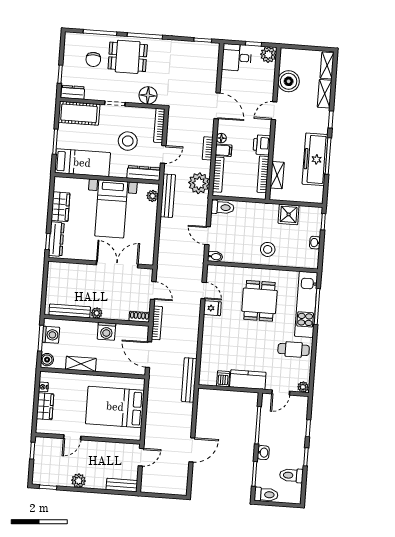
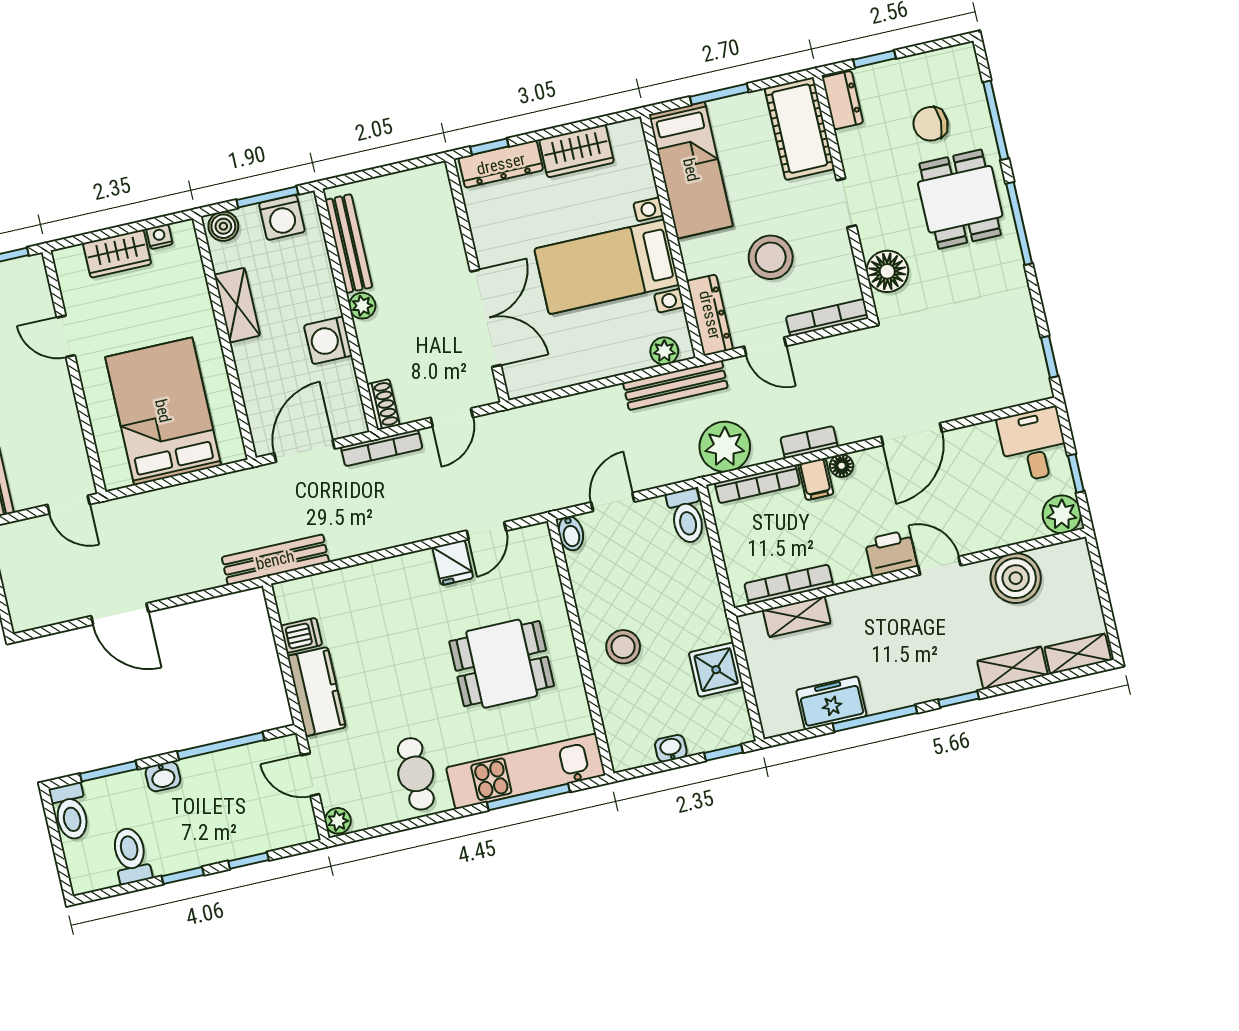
printer: (262, 145) -> (891, 553), moved
freezer: (315, 159) -> (831, 703), width x0.52, depth x0.79

